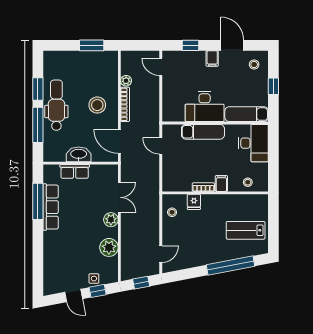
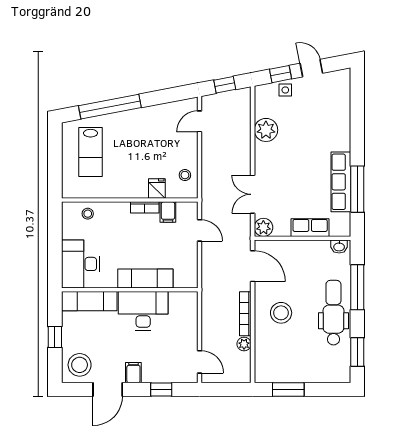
door: (232, 45) -> (108, 389), hinge flipped
stool: (254, 64) -> (80, 365), width x1.89, depth x1.89
window: (38, 89) -> (357, 352), moved
dental chair: (56, 105) -> (333, 313), turned 180
door: (161, 146) -> (199, 230), moved
washbasin: (79, 154) -> (339, 247), moved, width x0.52, depth x0.69
filing cabinet: (221, 183) -> (168, 212), moved
plant: (111, 220) -> (263, 227), moved
lab bench: (246, 230) -> (90, 152), turned 90

